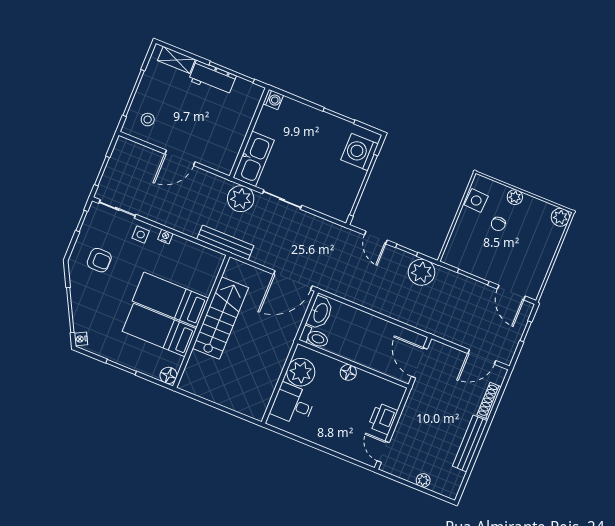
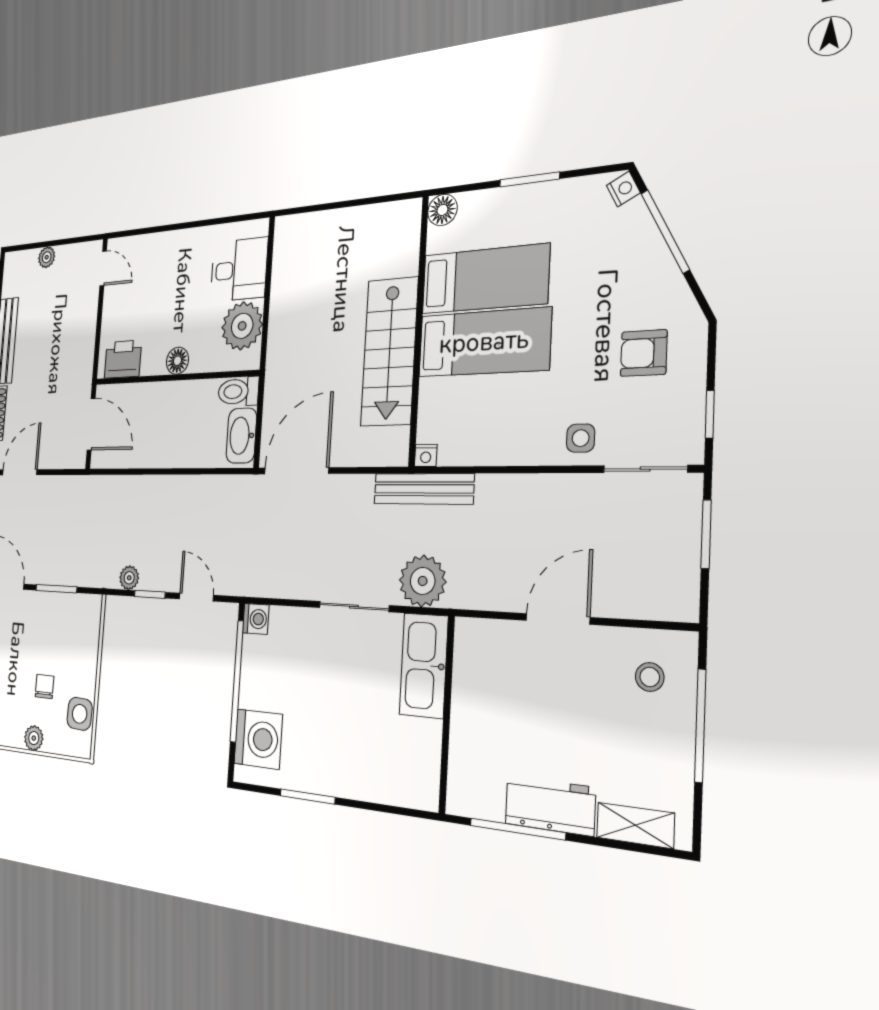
washing machine: (273, 99) -> (256, 619), moved, turned 180
nightstand: (165, 236) -> (426, 456), moved
plant: (422, 272) -> (129, 578), width x0.53, depth x0.53
printer: (383, 419) -> (123, 359), moved, turned -90

